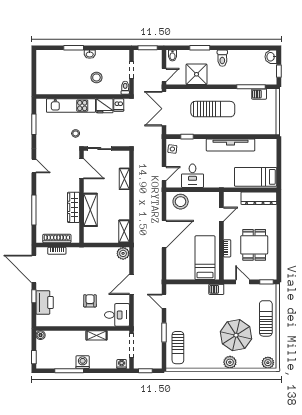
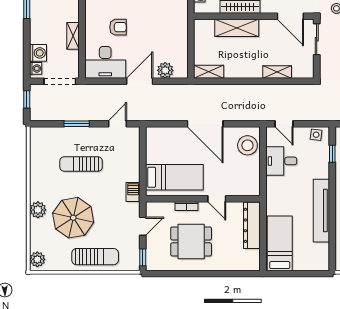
door: (82, 169) -> (290, 16), hinge flipped
dresser: (259, 198) -> (252, 225), moved
door: (221, 214) -> (217, 199), moved
plant: (123, 253) -> (165, 70), moved
door: (131, 284) -> (140, 81), hinge flipped
desk: (117, 315) -> (105, 62), width x1.37
sun lounger: (178, 348) -> (81, 164), moved
washing machine: (83, 362) -> (38, 53), moved

